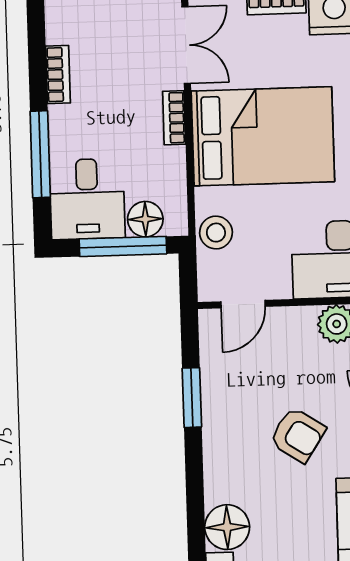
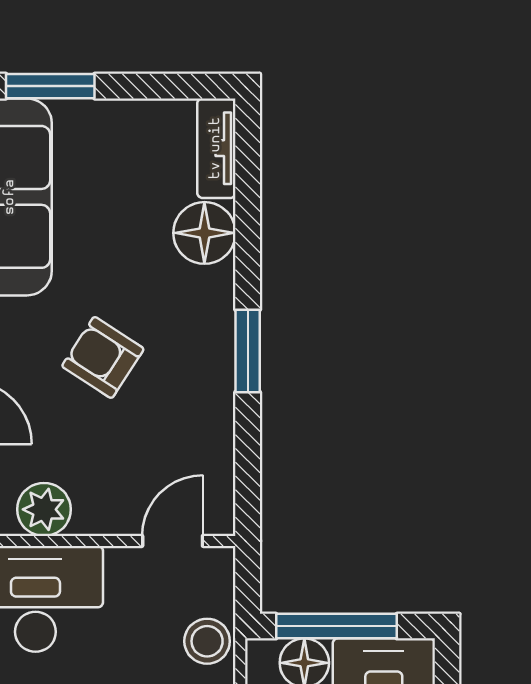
window: (192, 398) -> (248, 351), moved

